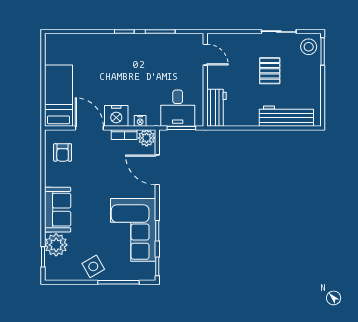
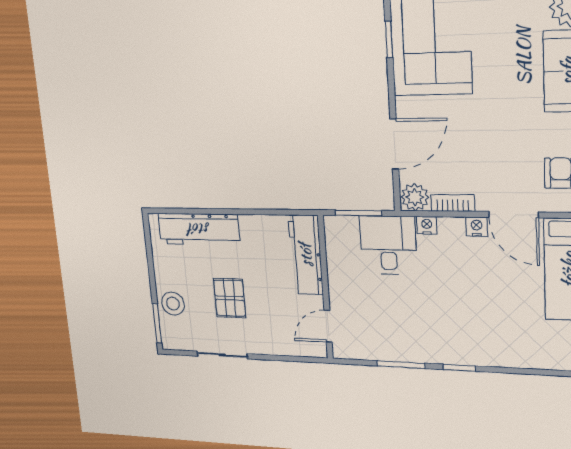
stool: (309, 47) -> (173, 304), moved
door: (205, 55) -> (328, 326), hinge flipped
desk: (178, 108) -> (388, 245), moved
workbench: (217, 108) -> (306, 255), width x1.38
nightstand: (116, 116) -> (477, 227), width x0.53, depth x0.56
door: (157, 170) -> (394, 144), hinge flipped

